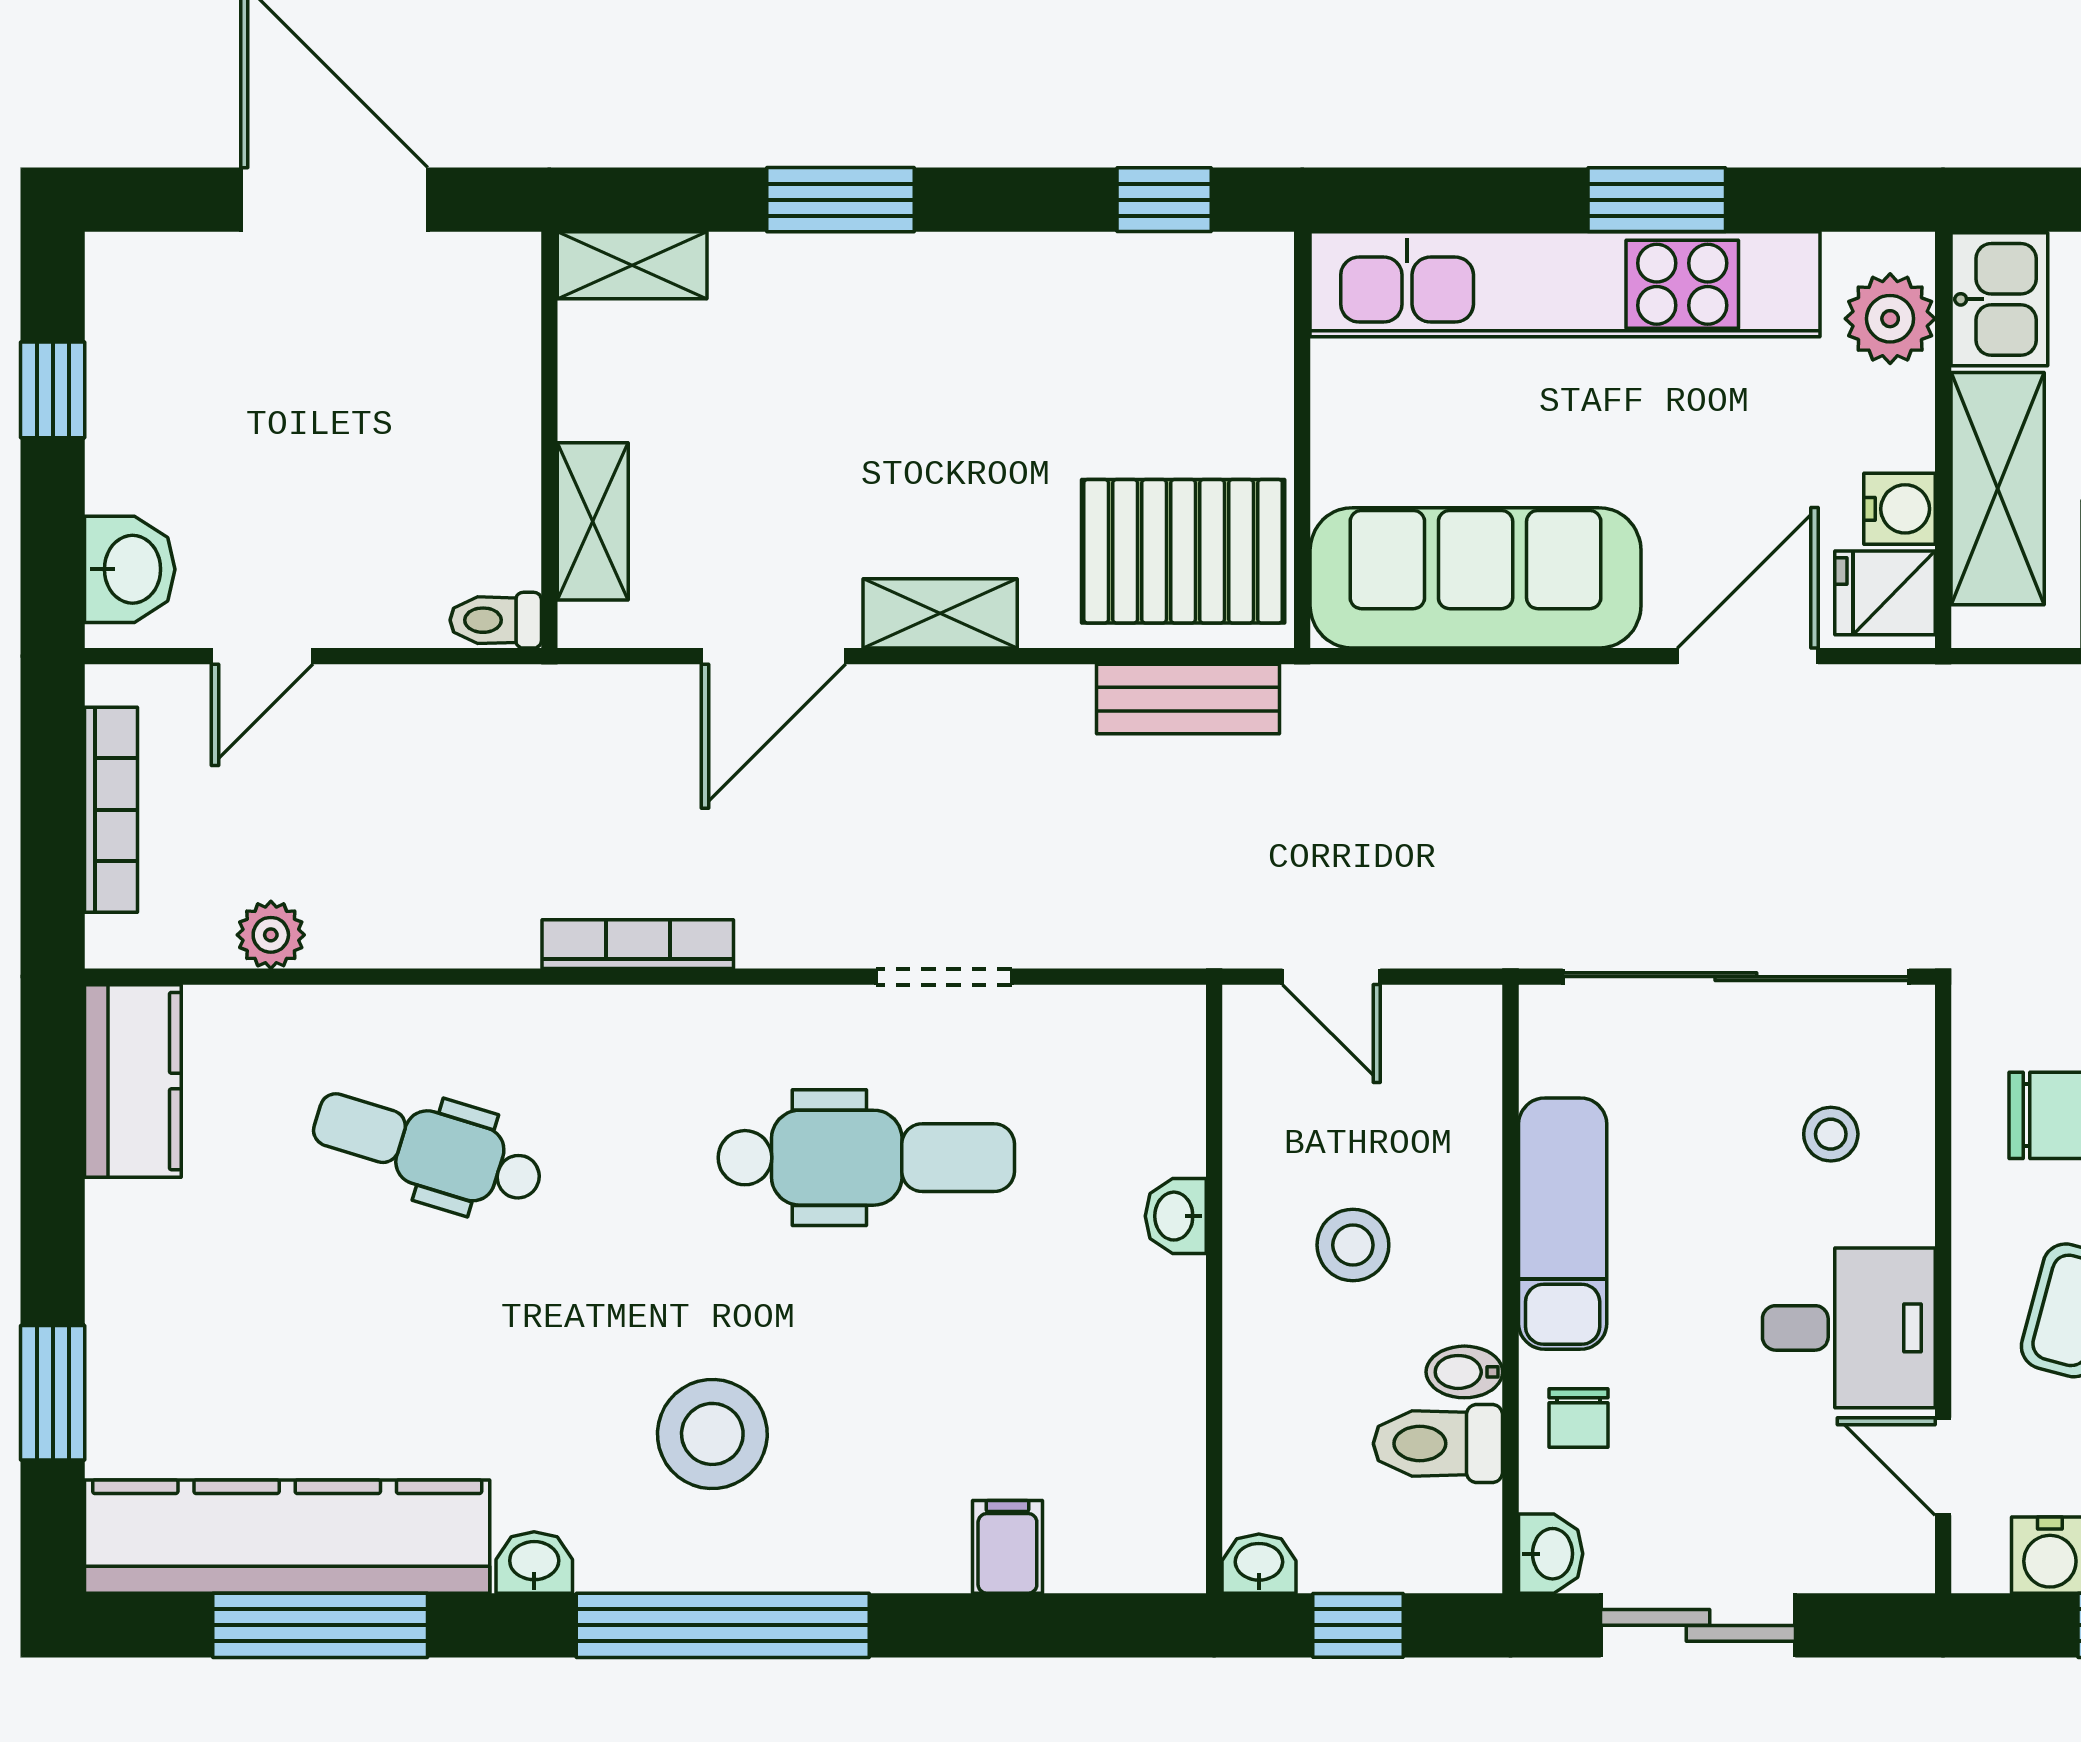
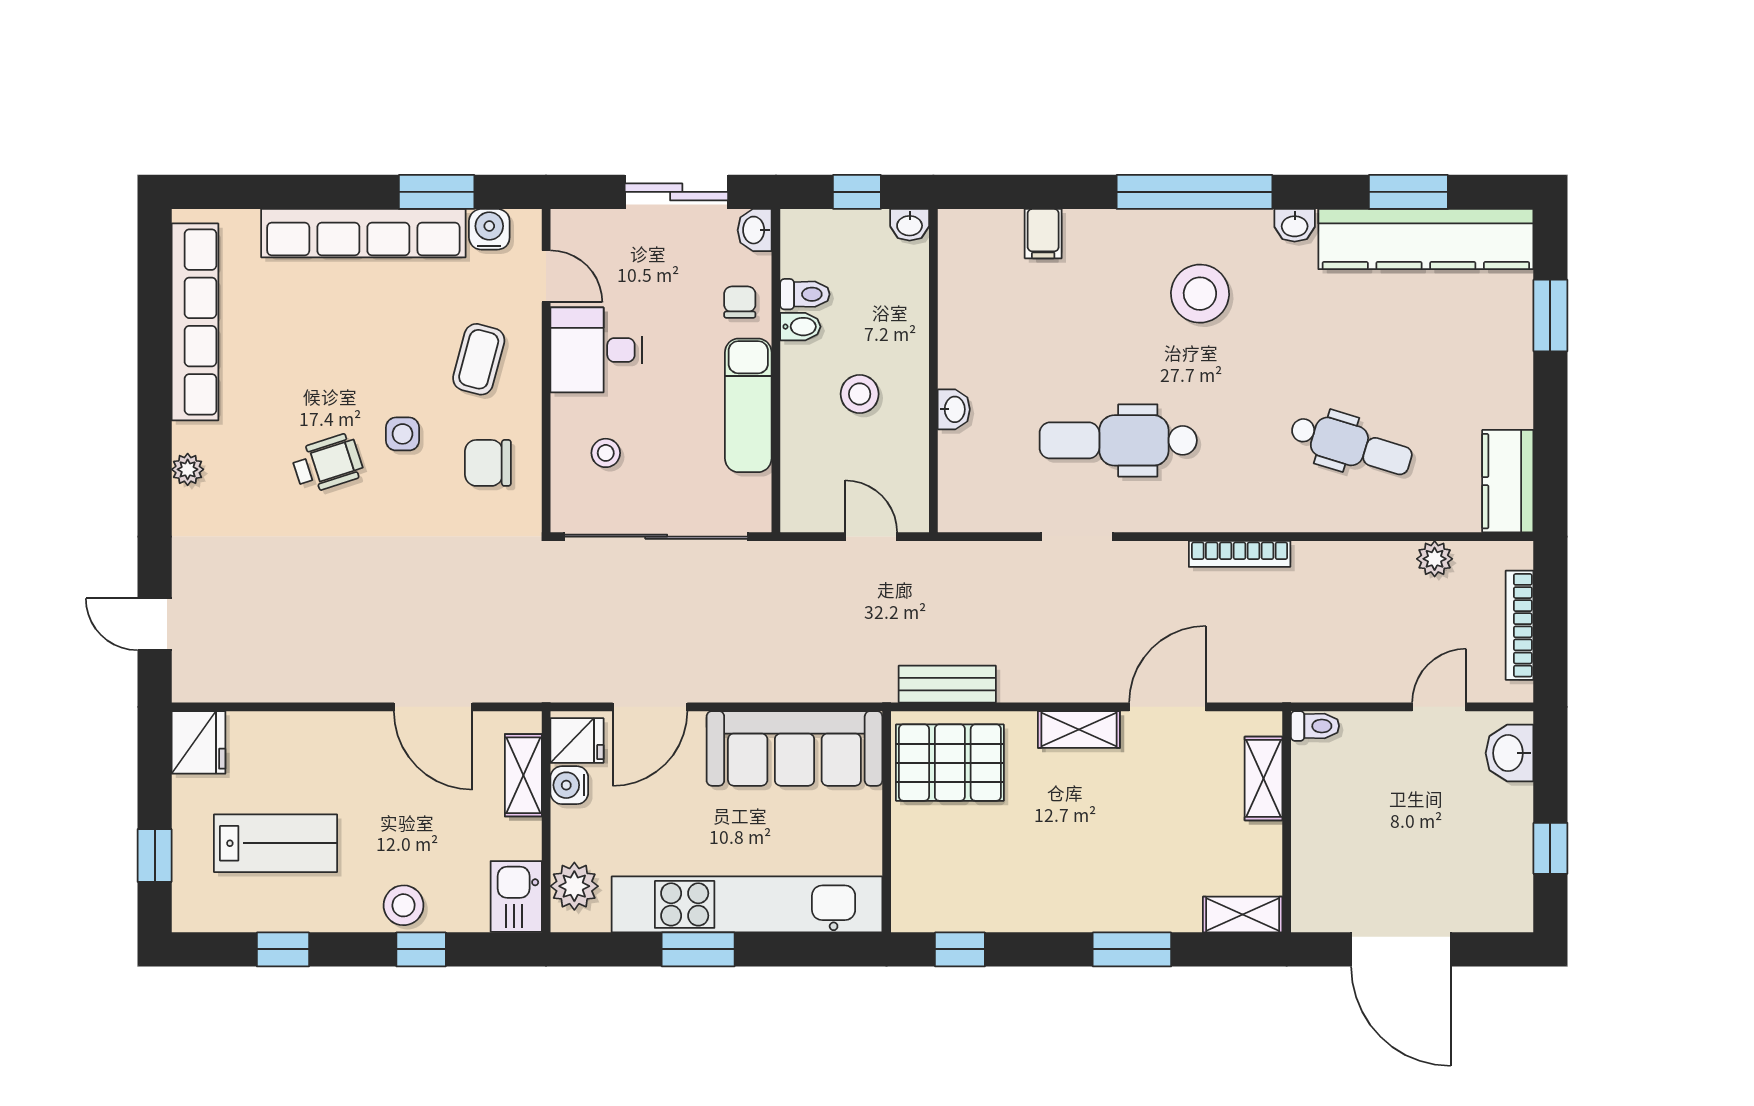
shelving: (1998, 489) -> (523, 775), width x0.67, depth x0.75
toilet: (1438, 1444) -> (805, 294), width x0.73, depth x0.72
window: (320, 1625) -> (1408, 192), width x0.69

